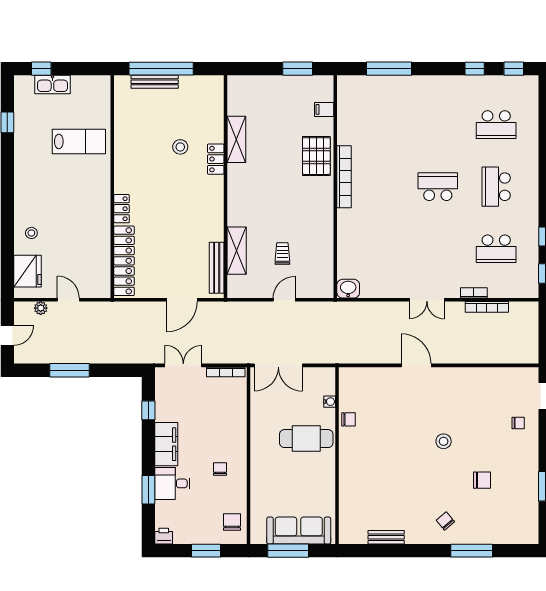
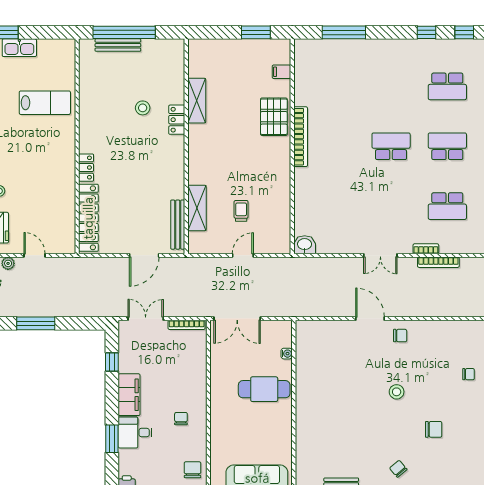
school desk: (496, 187) -> (447, 146), turned 90
chair: (348, 419) -> (400, 336), moved

